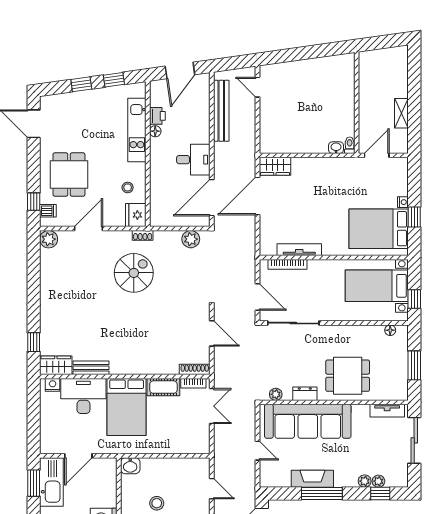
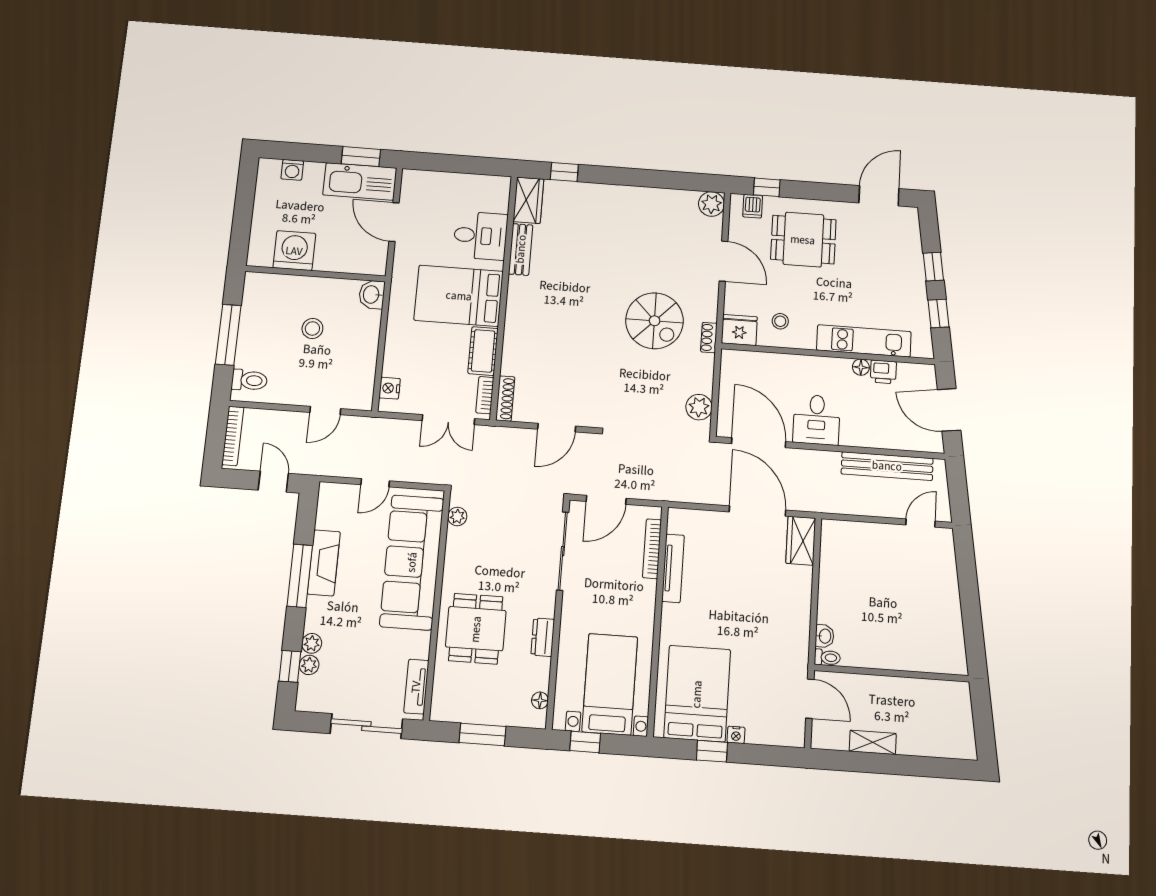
nightstand: (53, 385) -> (390, 388), moved, turned 180
dresser: (305, 394) -> (543, 637), moved, turned 180
desk: (83, 396) -> (480, 236), width x0.73

